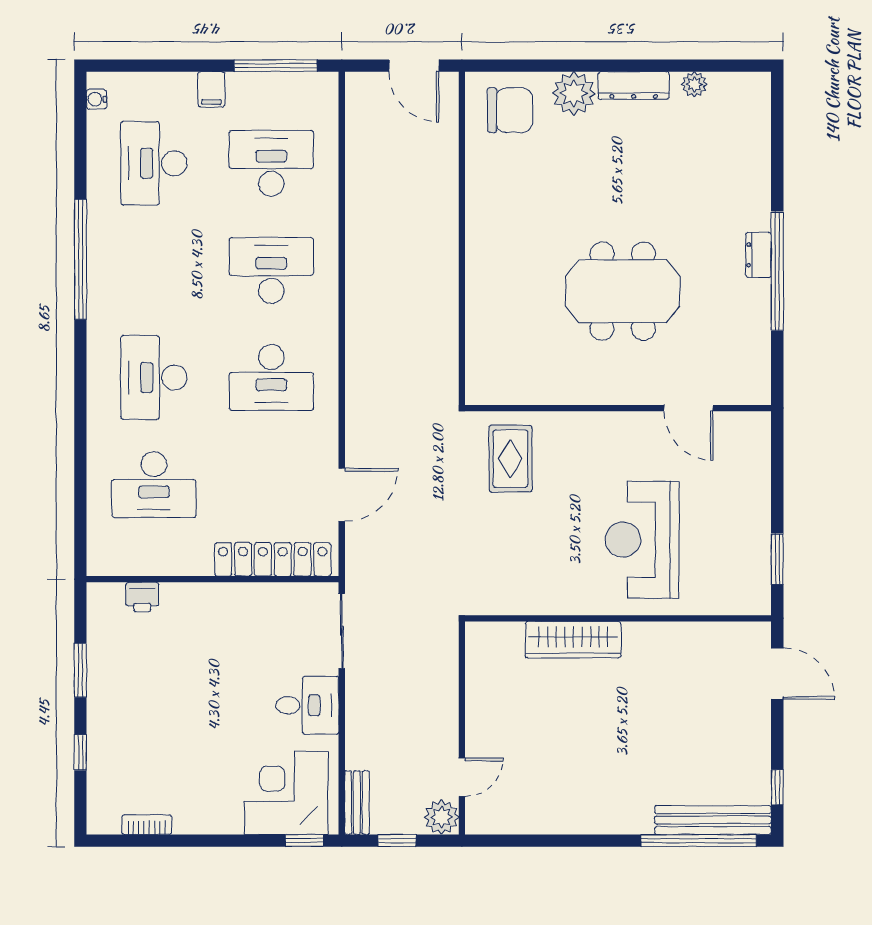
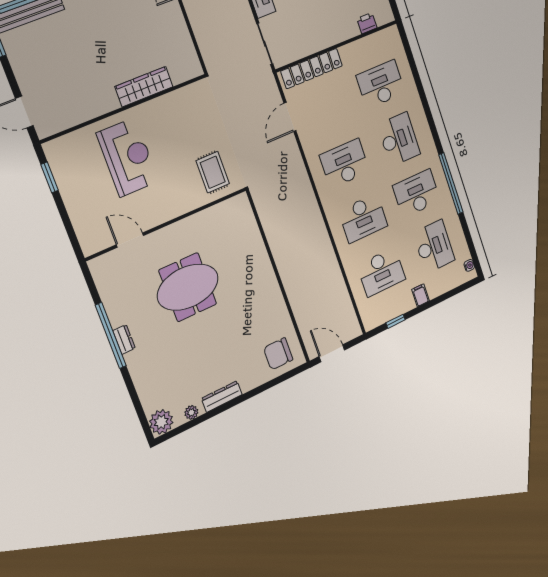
window: (276, 66) -> (396, 321), width x0.46
plant: (574, 93) -> (161, 422), moved
desk: (154, 270) -> (417, 193), added

